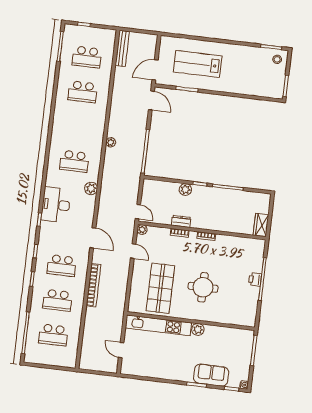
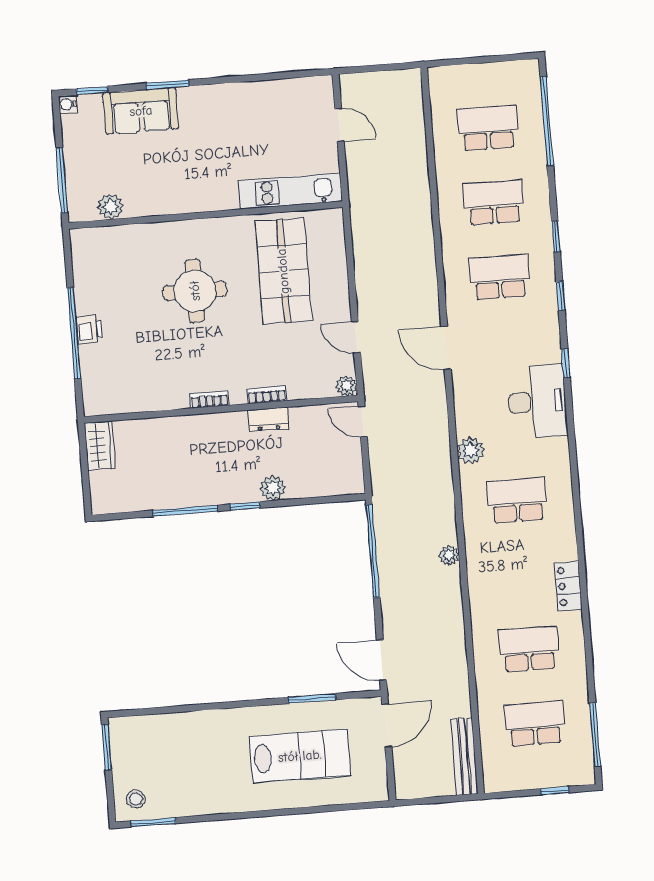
locker: (59, 117) -> (568, 586), added
bookcase: (93, 285) -> (425, 249), removed
kitchen unit: (158, 325) -> (290, 191), width x0.73
plant: (198, 329) -> (110, 207), moved

